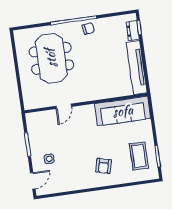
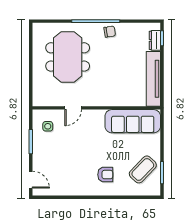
coffee table: (139, 156) -> (143, 169), turned 44
side table: (49, 159) -> (48, 126), moved
armchair: (104, 166) -> (105, 175), turned -105
door: (33, 181) -> (31, 180), hinge flipped

